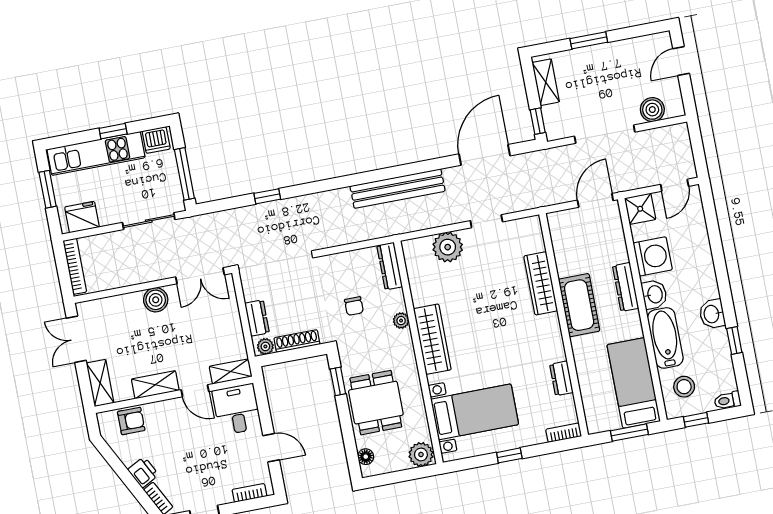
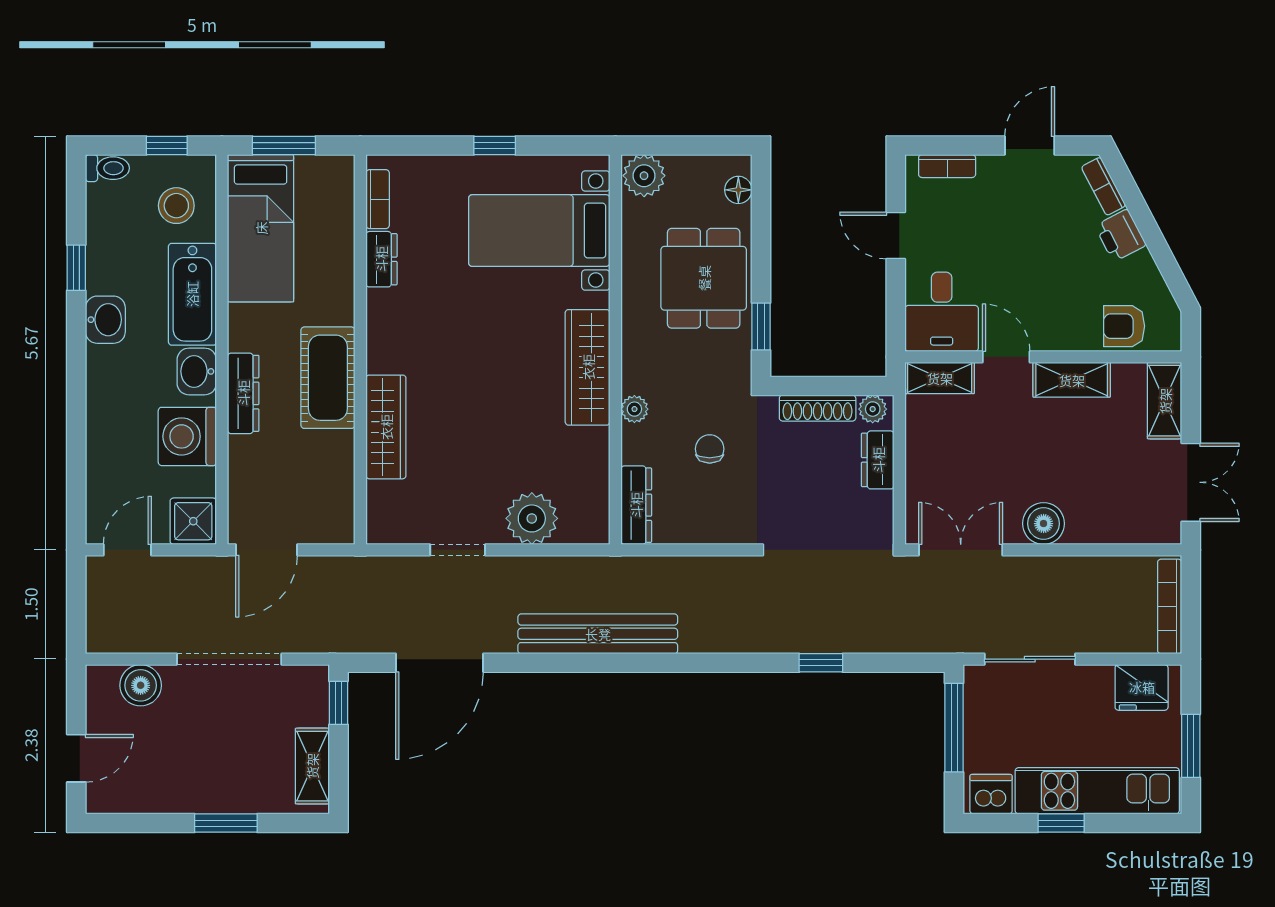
bookcase: (564, 433) -> (378, 199), moved, turned -90

